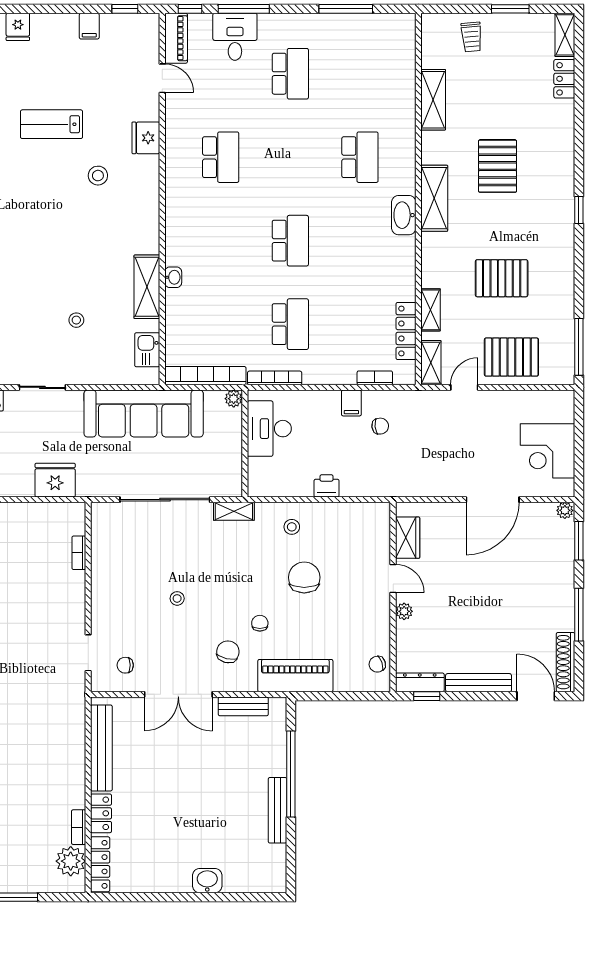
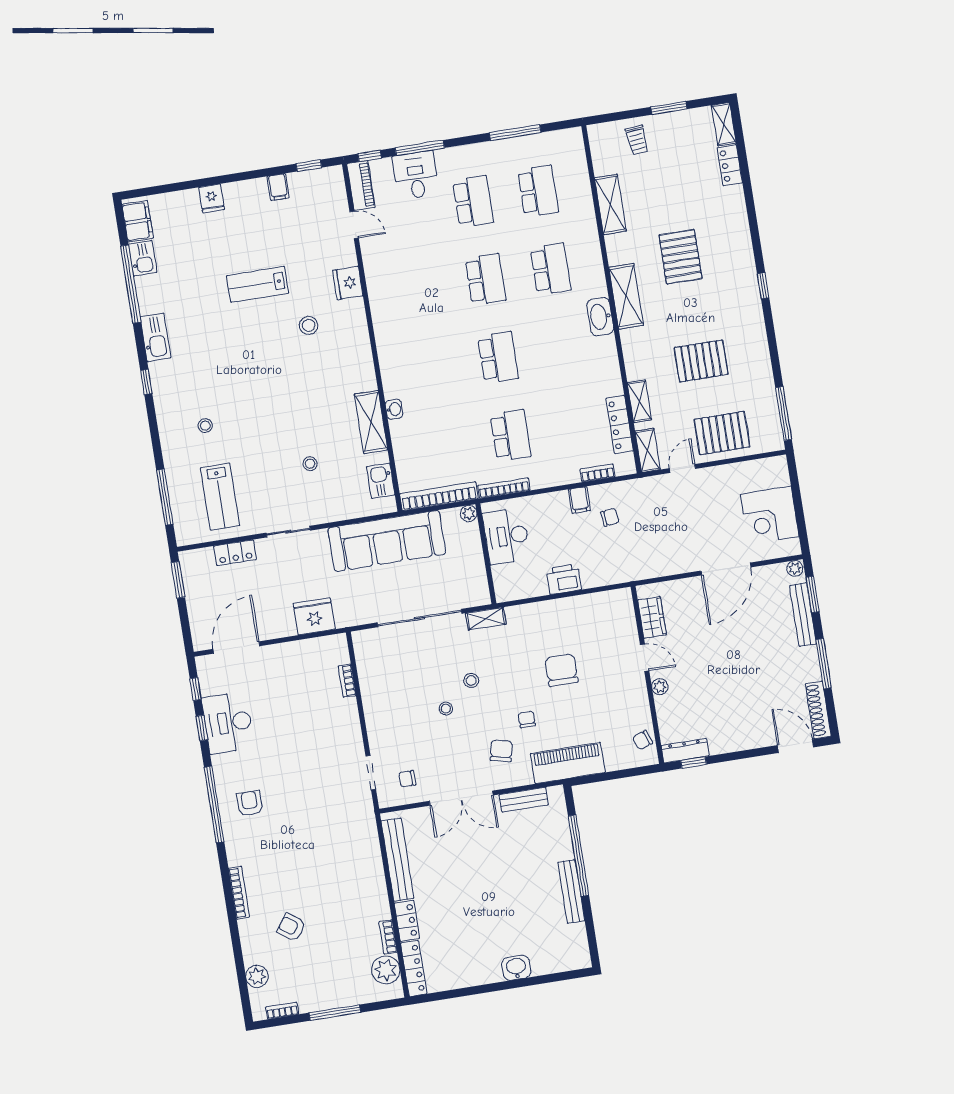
school desk: (360, 74) -> (538, 191), added
school desk: (221, 157) -> (486, 279), moved
printer: (327, 486) -> (564, 579), width x1.36, depth x1.24
stool: (292, 527) -> (471, 680), moved
bench: (479, 683) -> (803, 615), moved, turned 90

